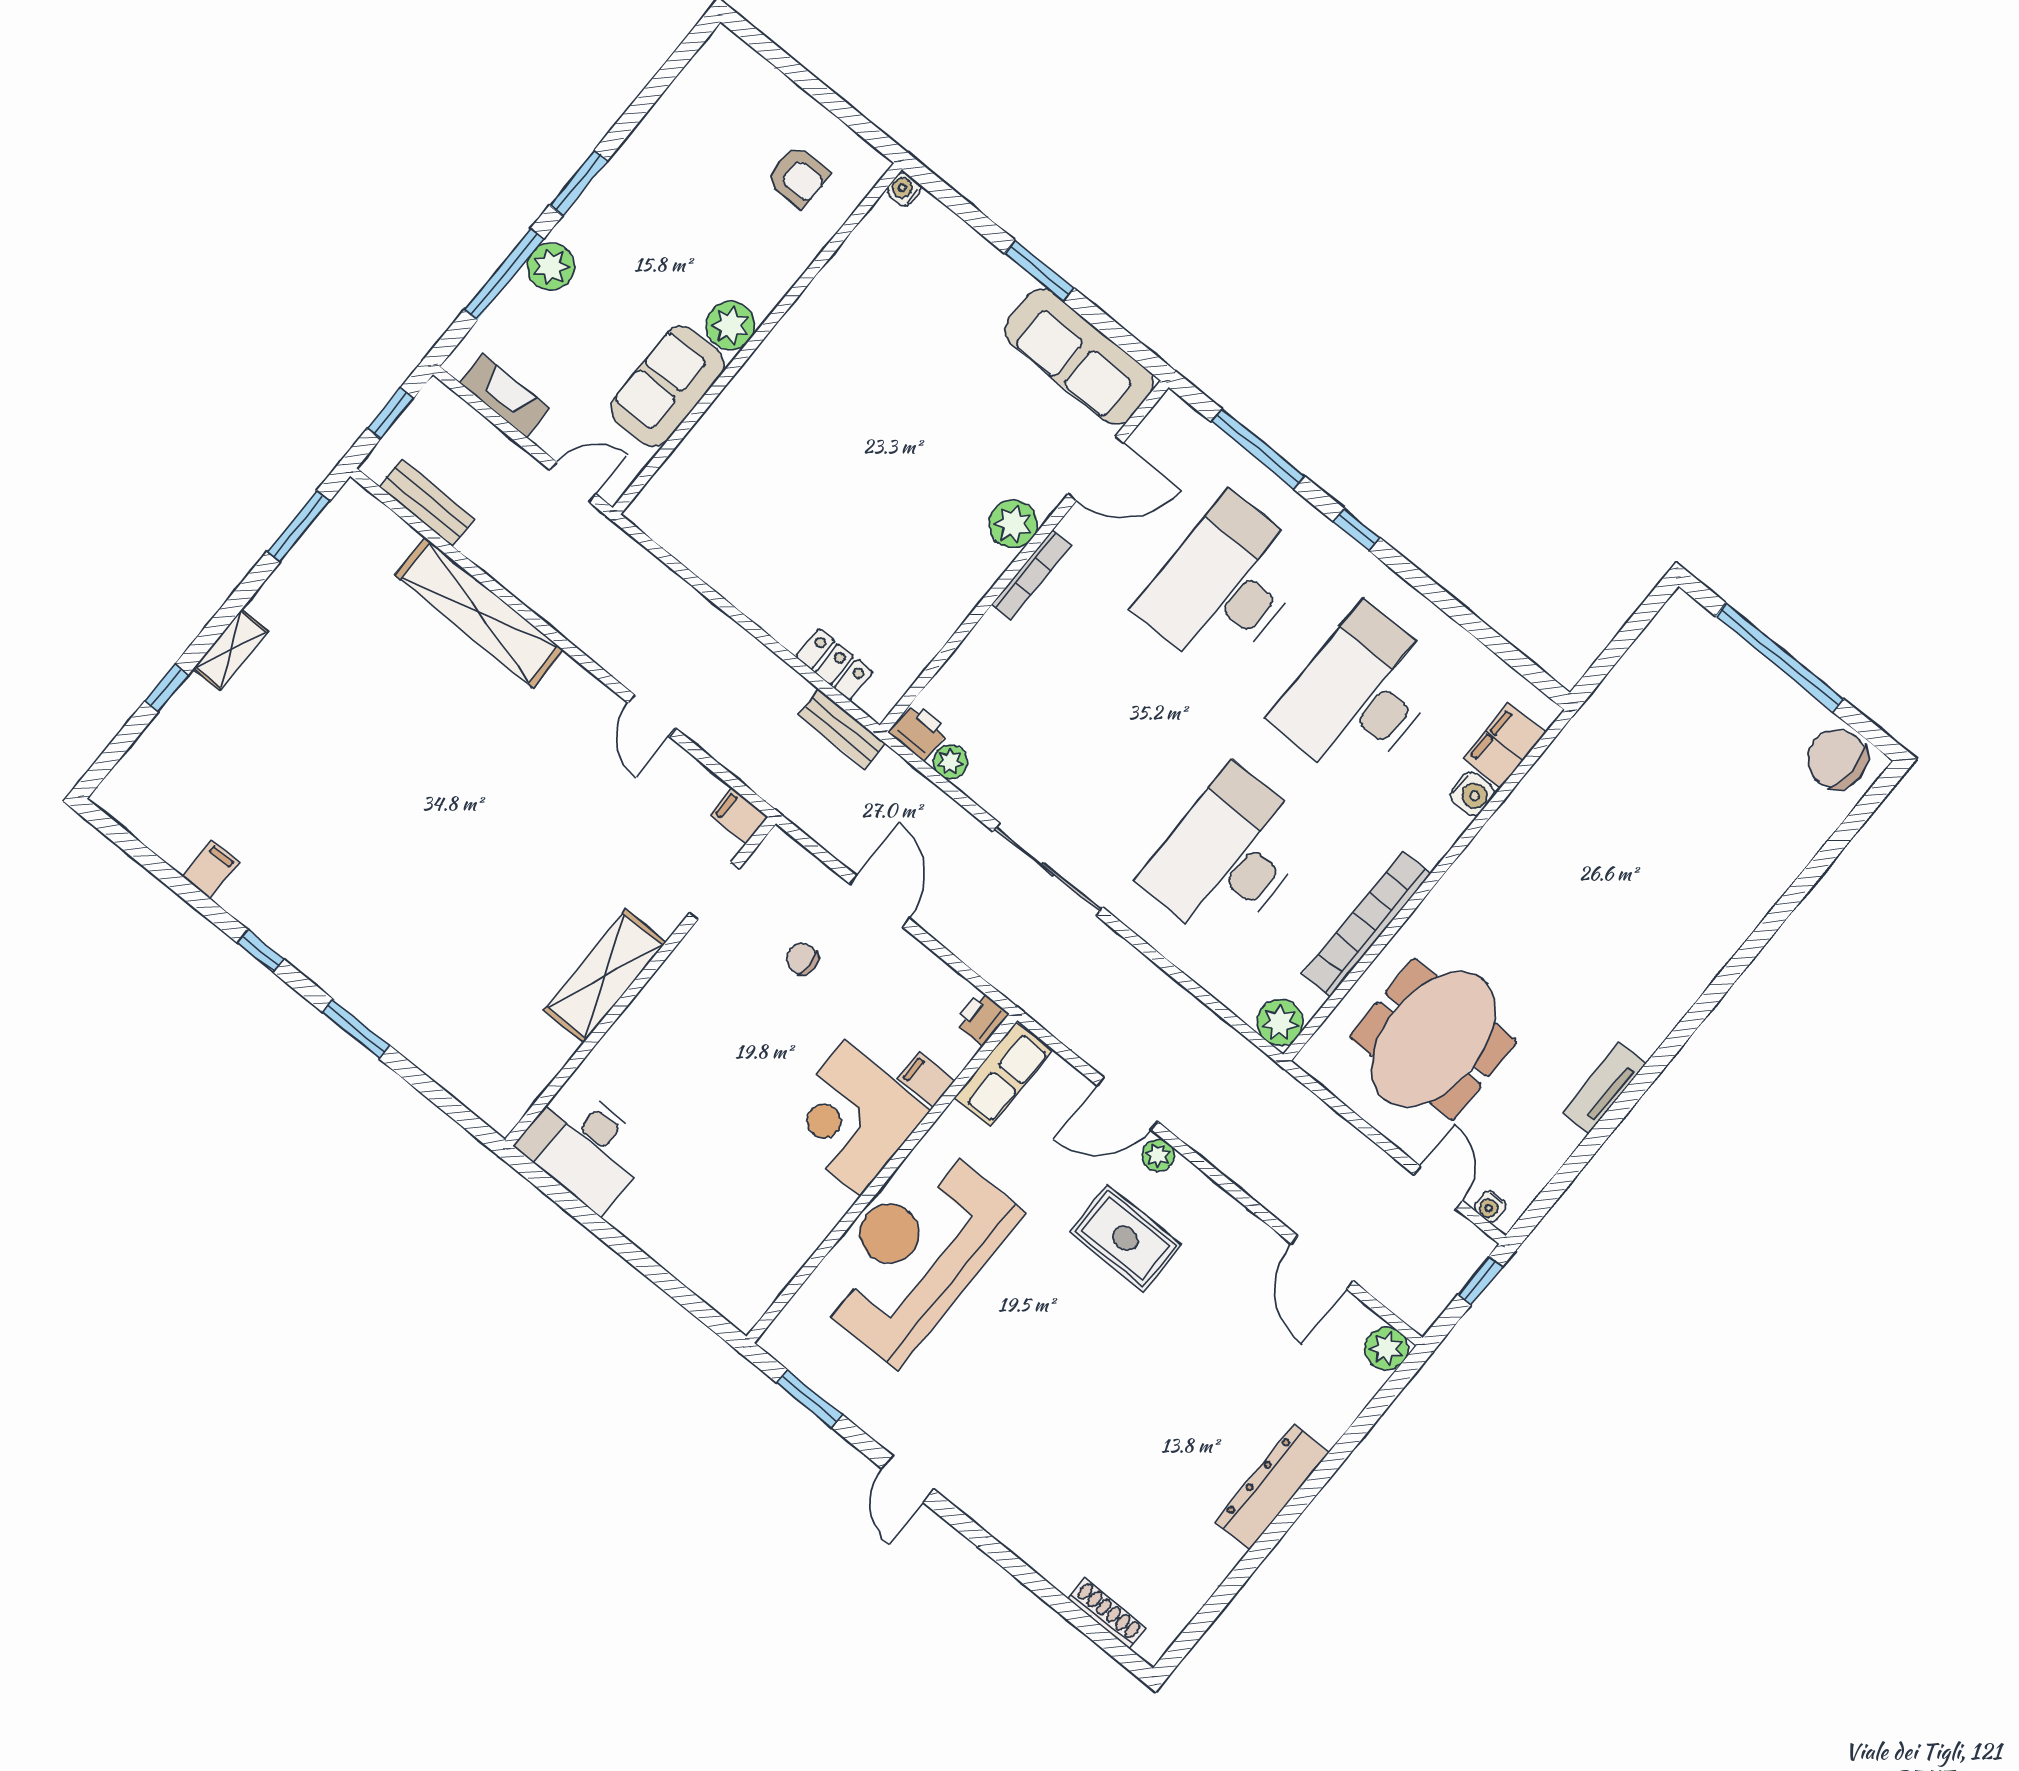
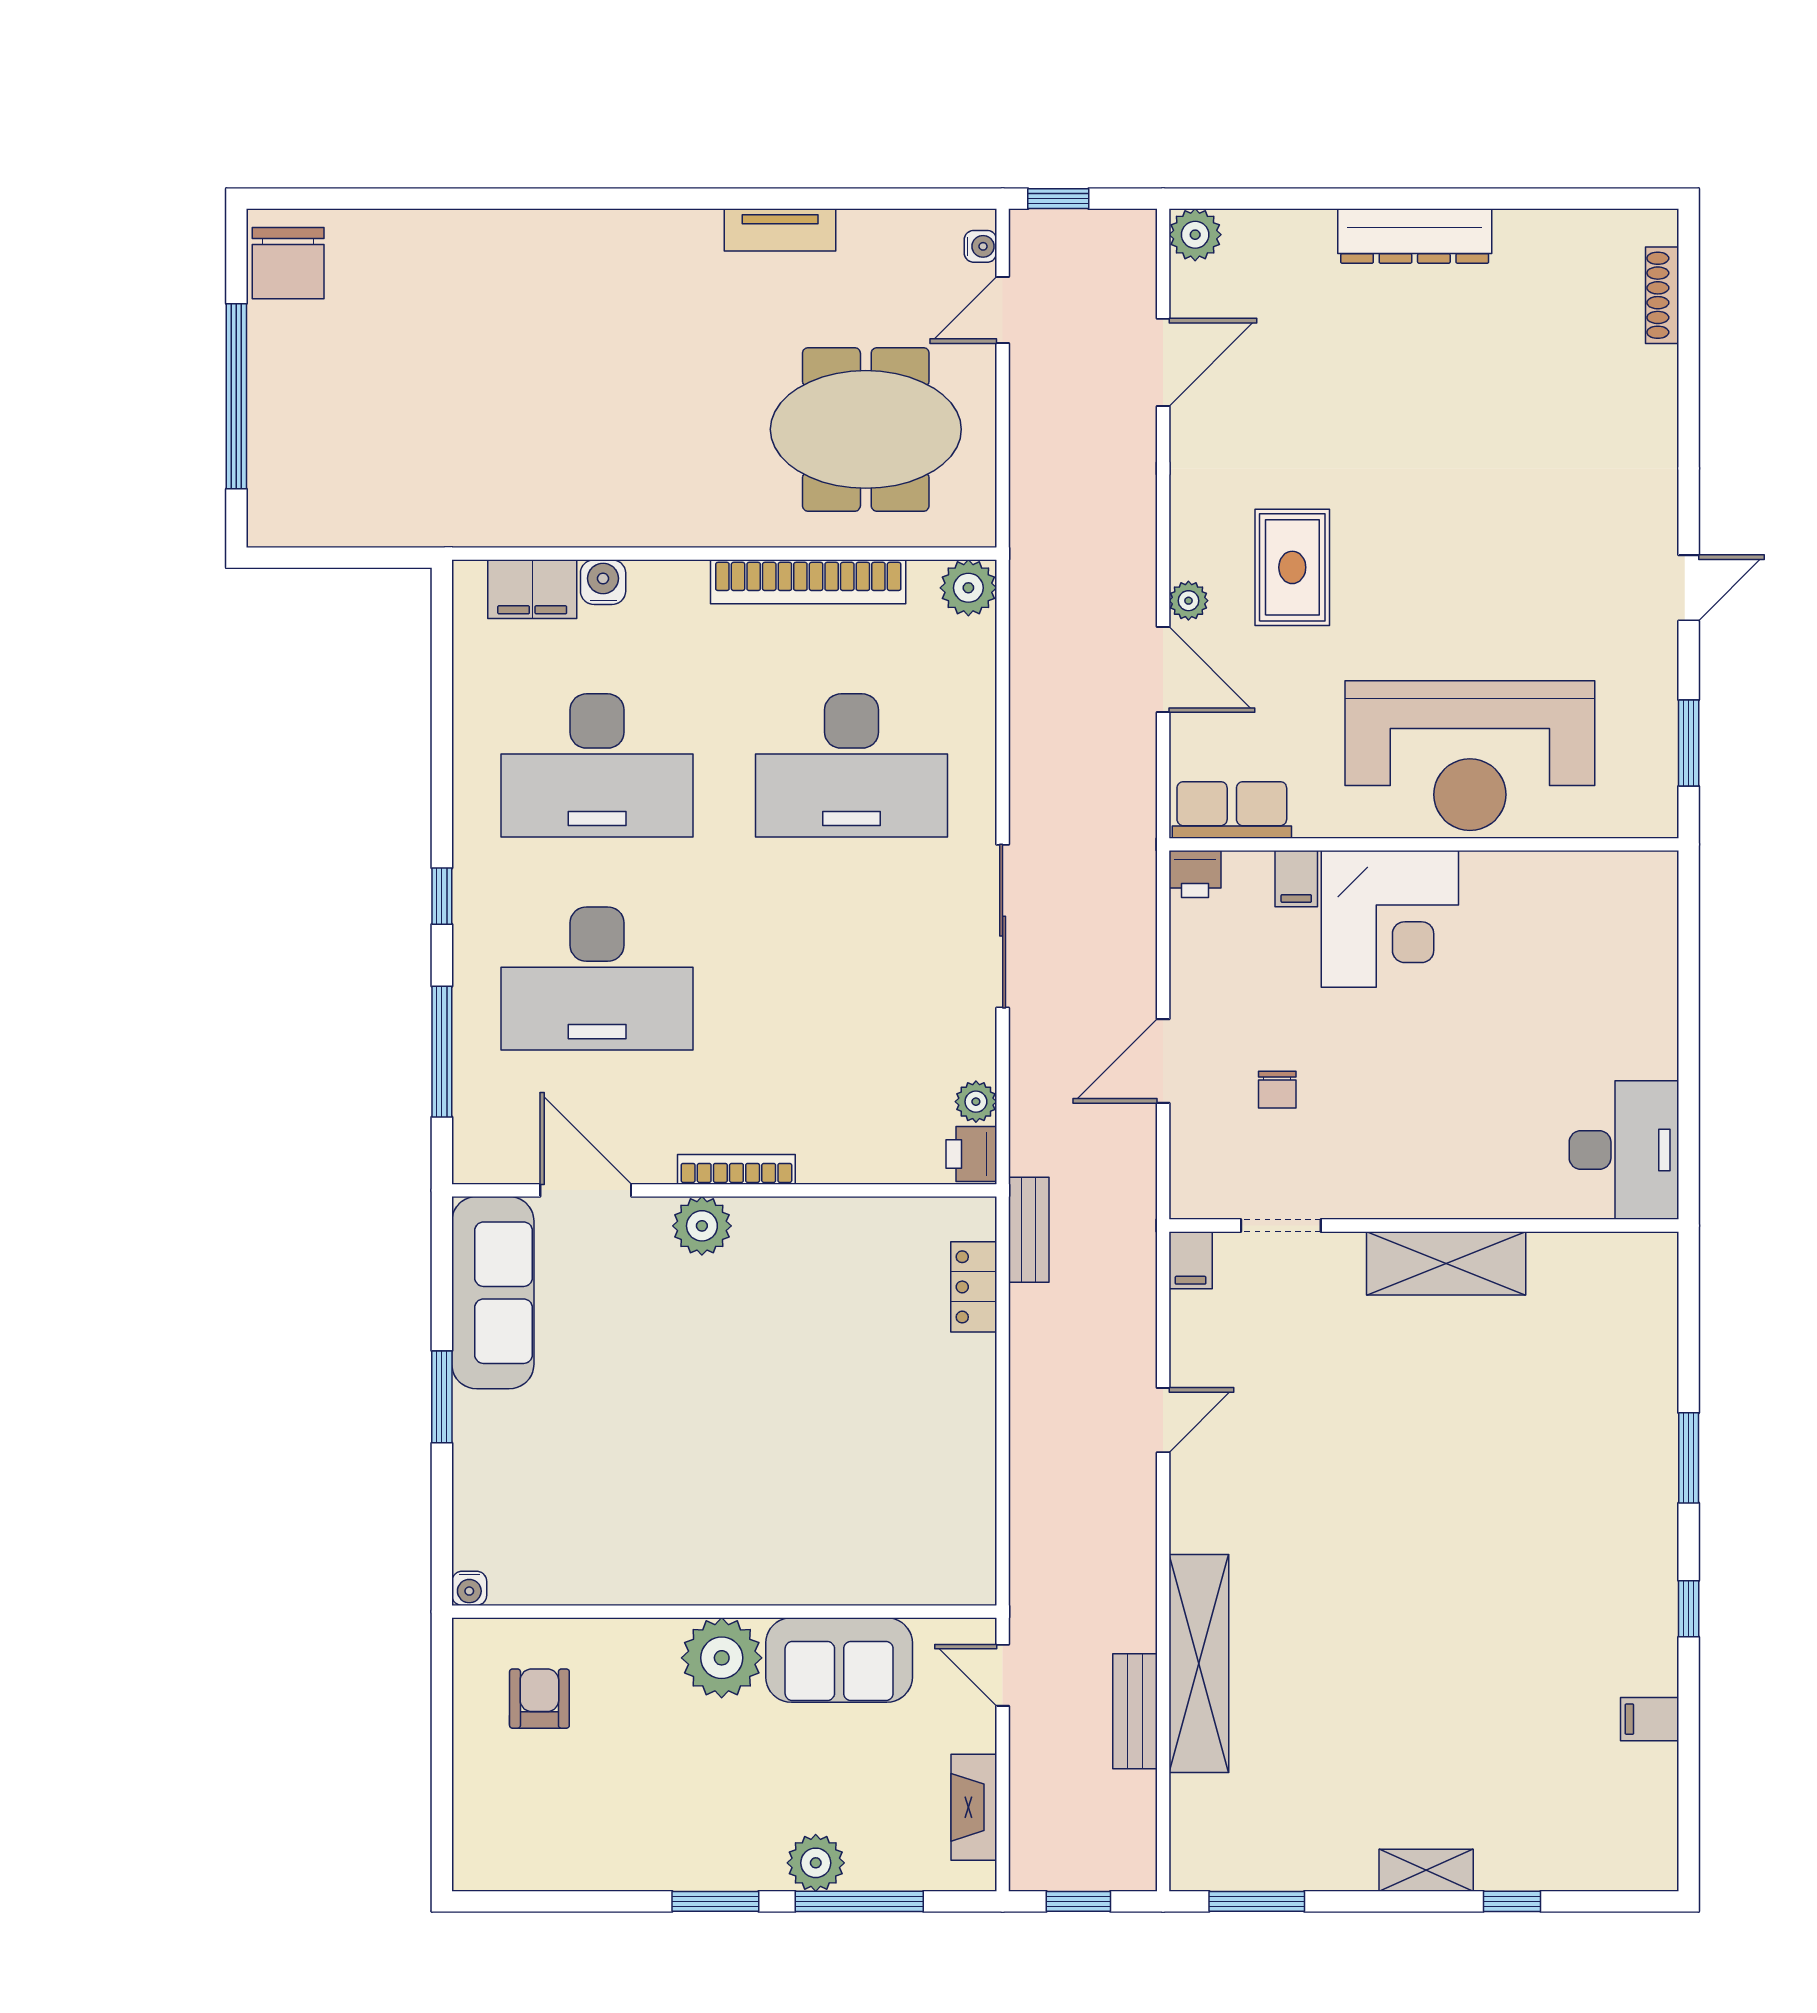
plant: (731, 325) -> (722, 1658), width x1.36, depth x1.36
bench: (427, 503) -> (1135, 1711), moved

